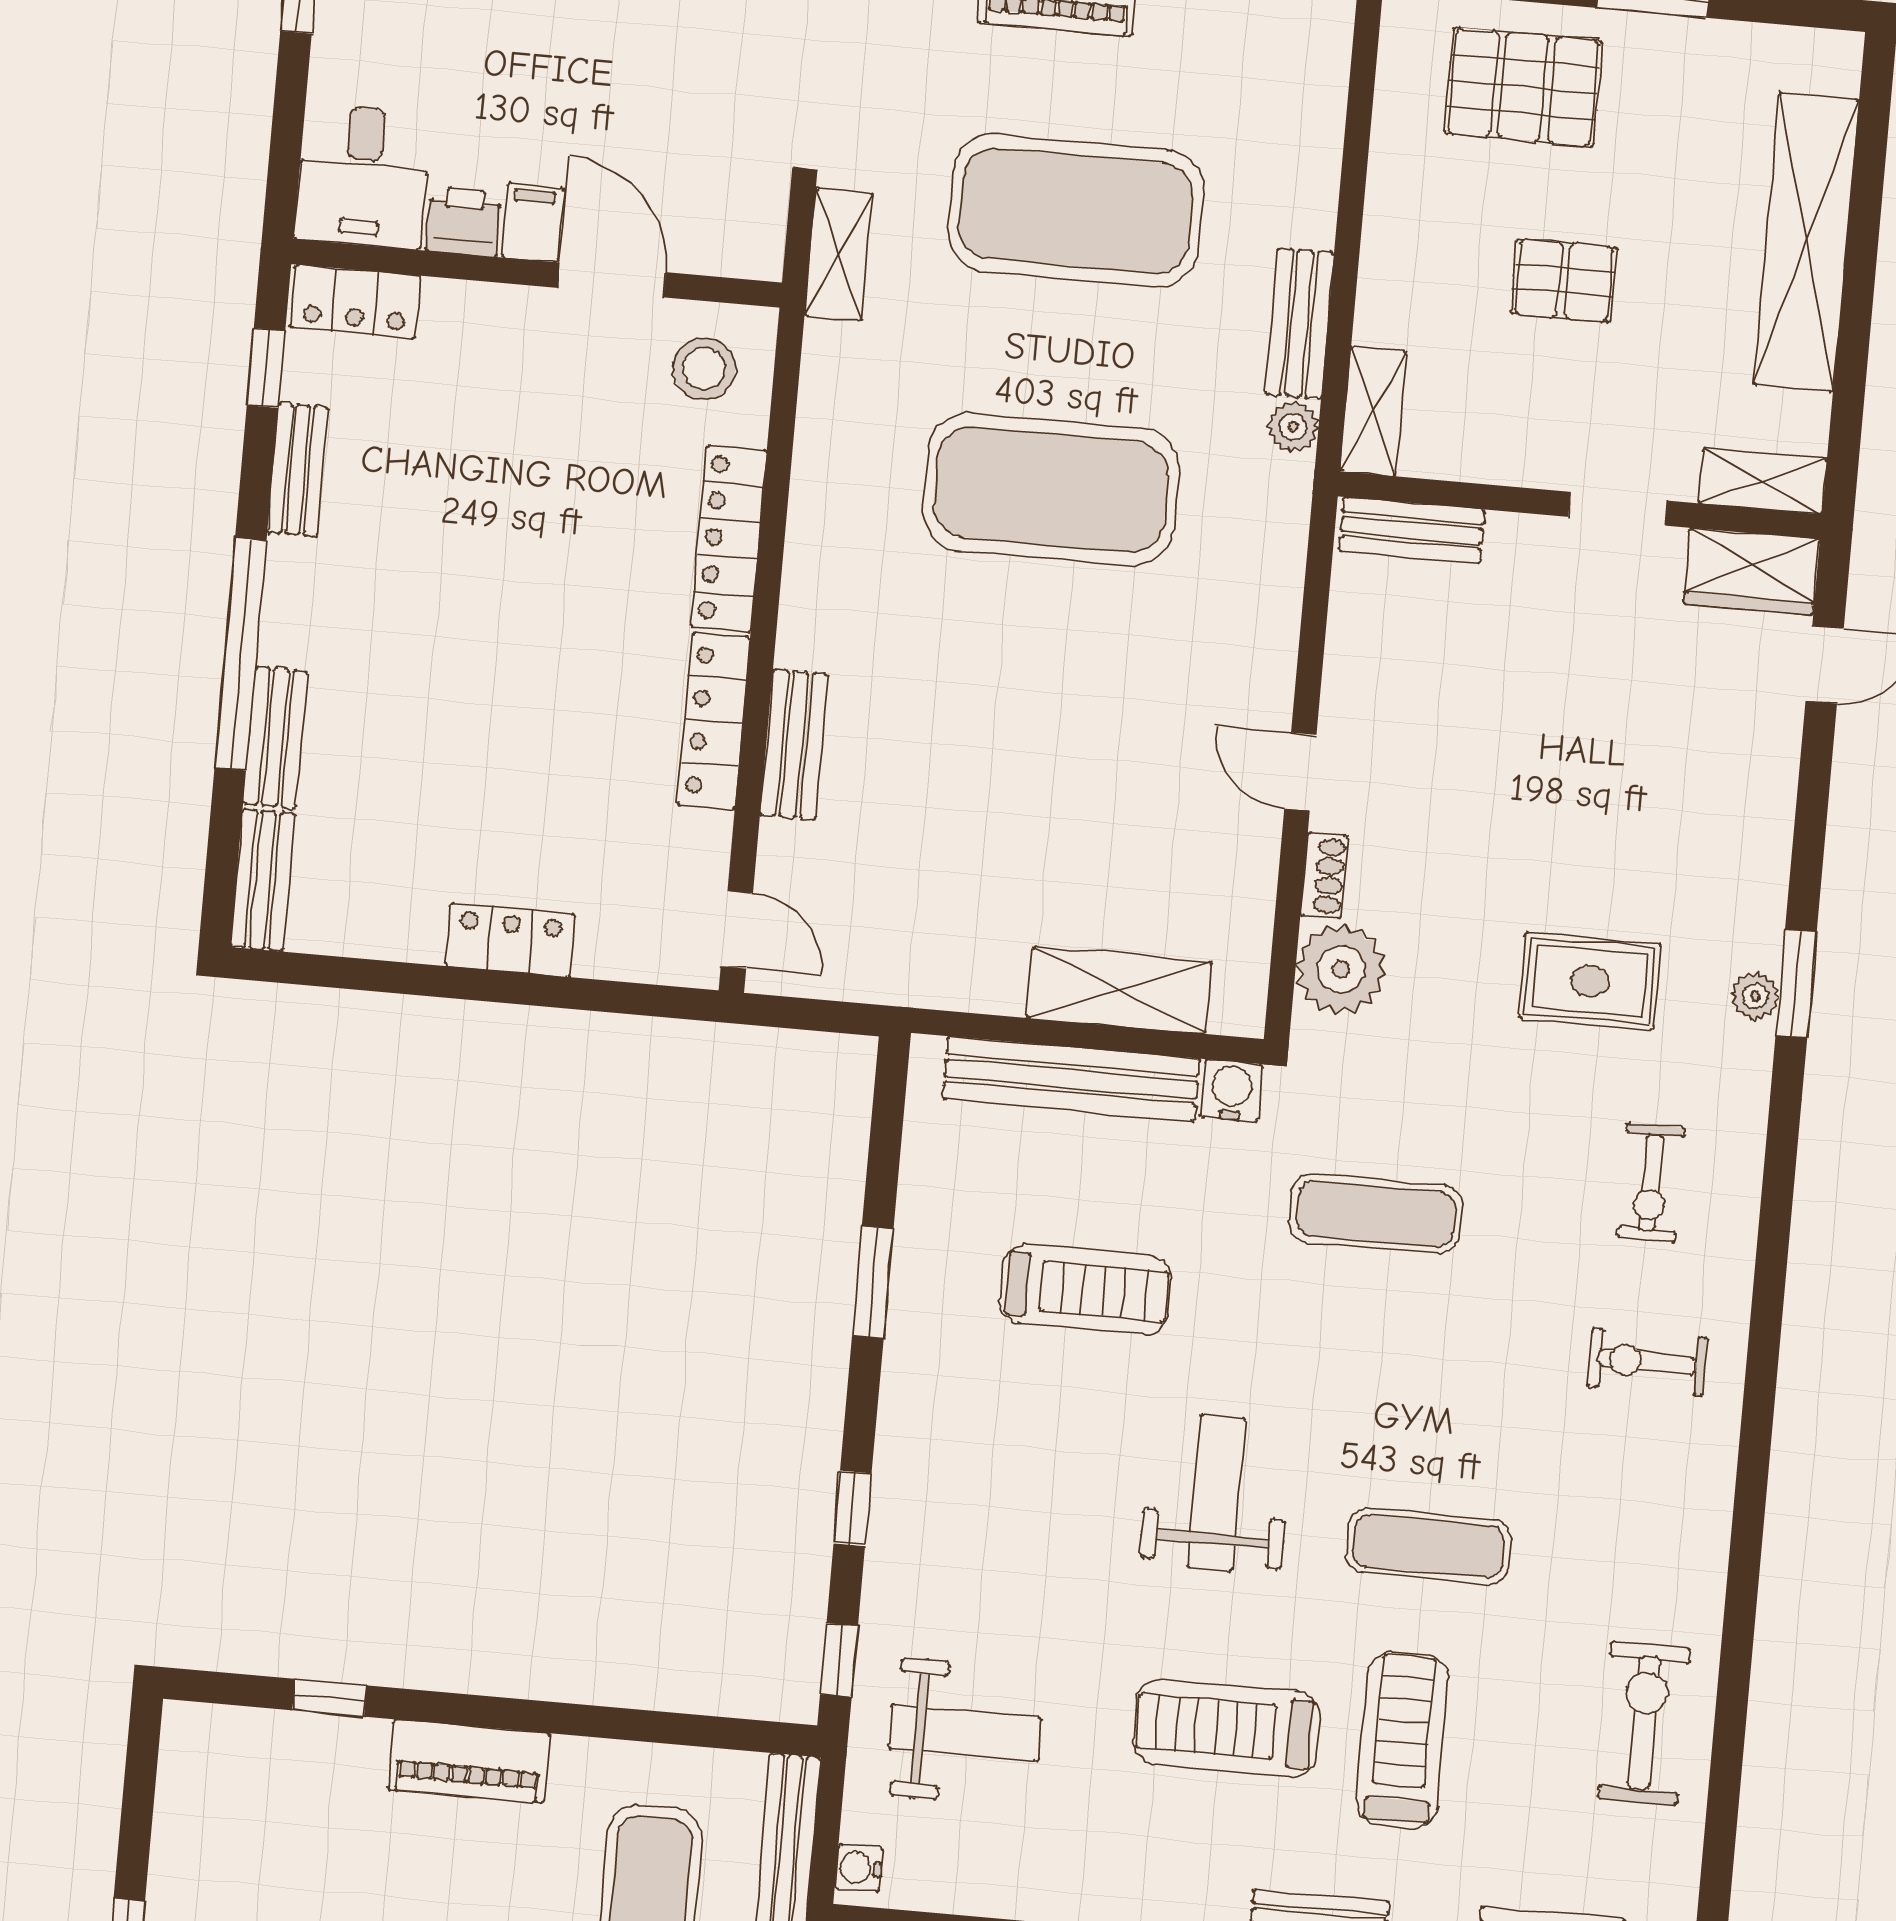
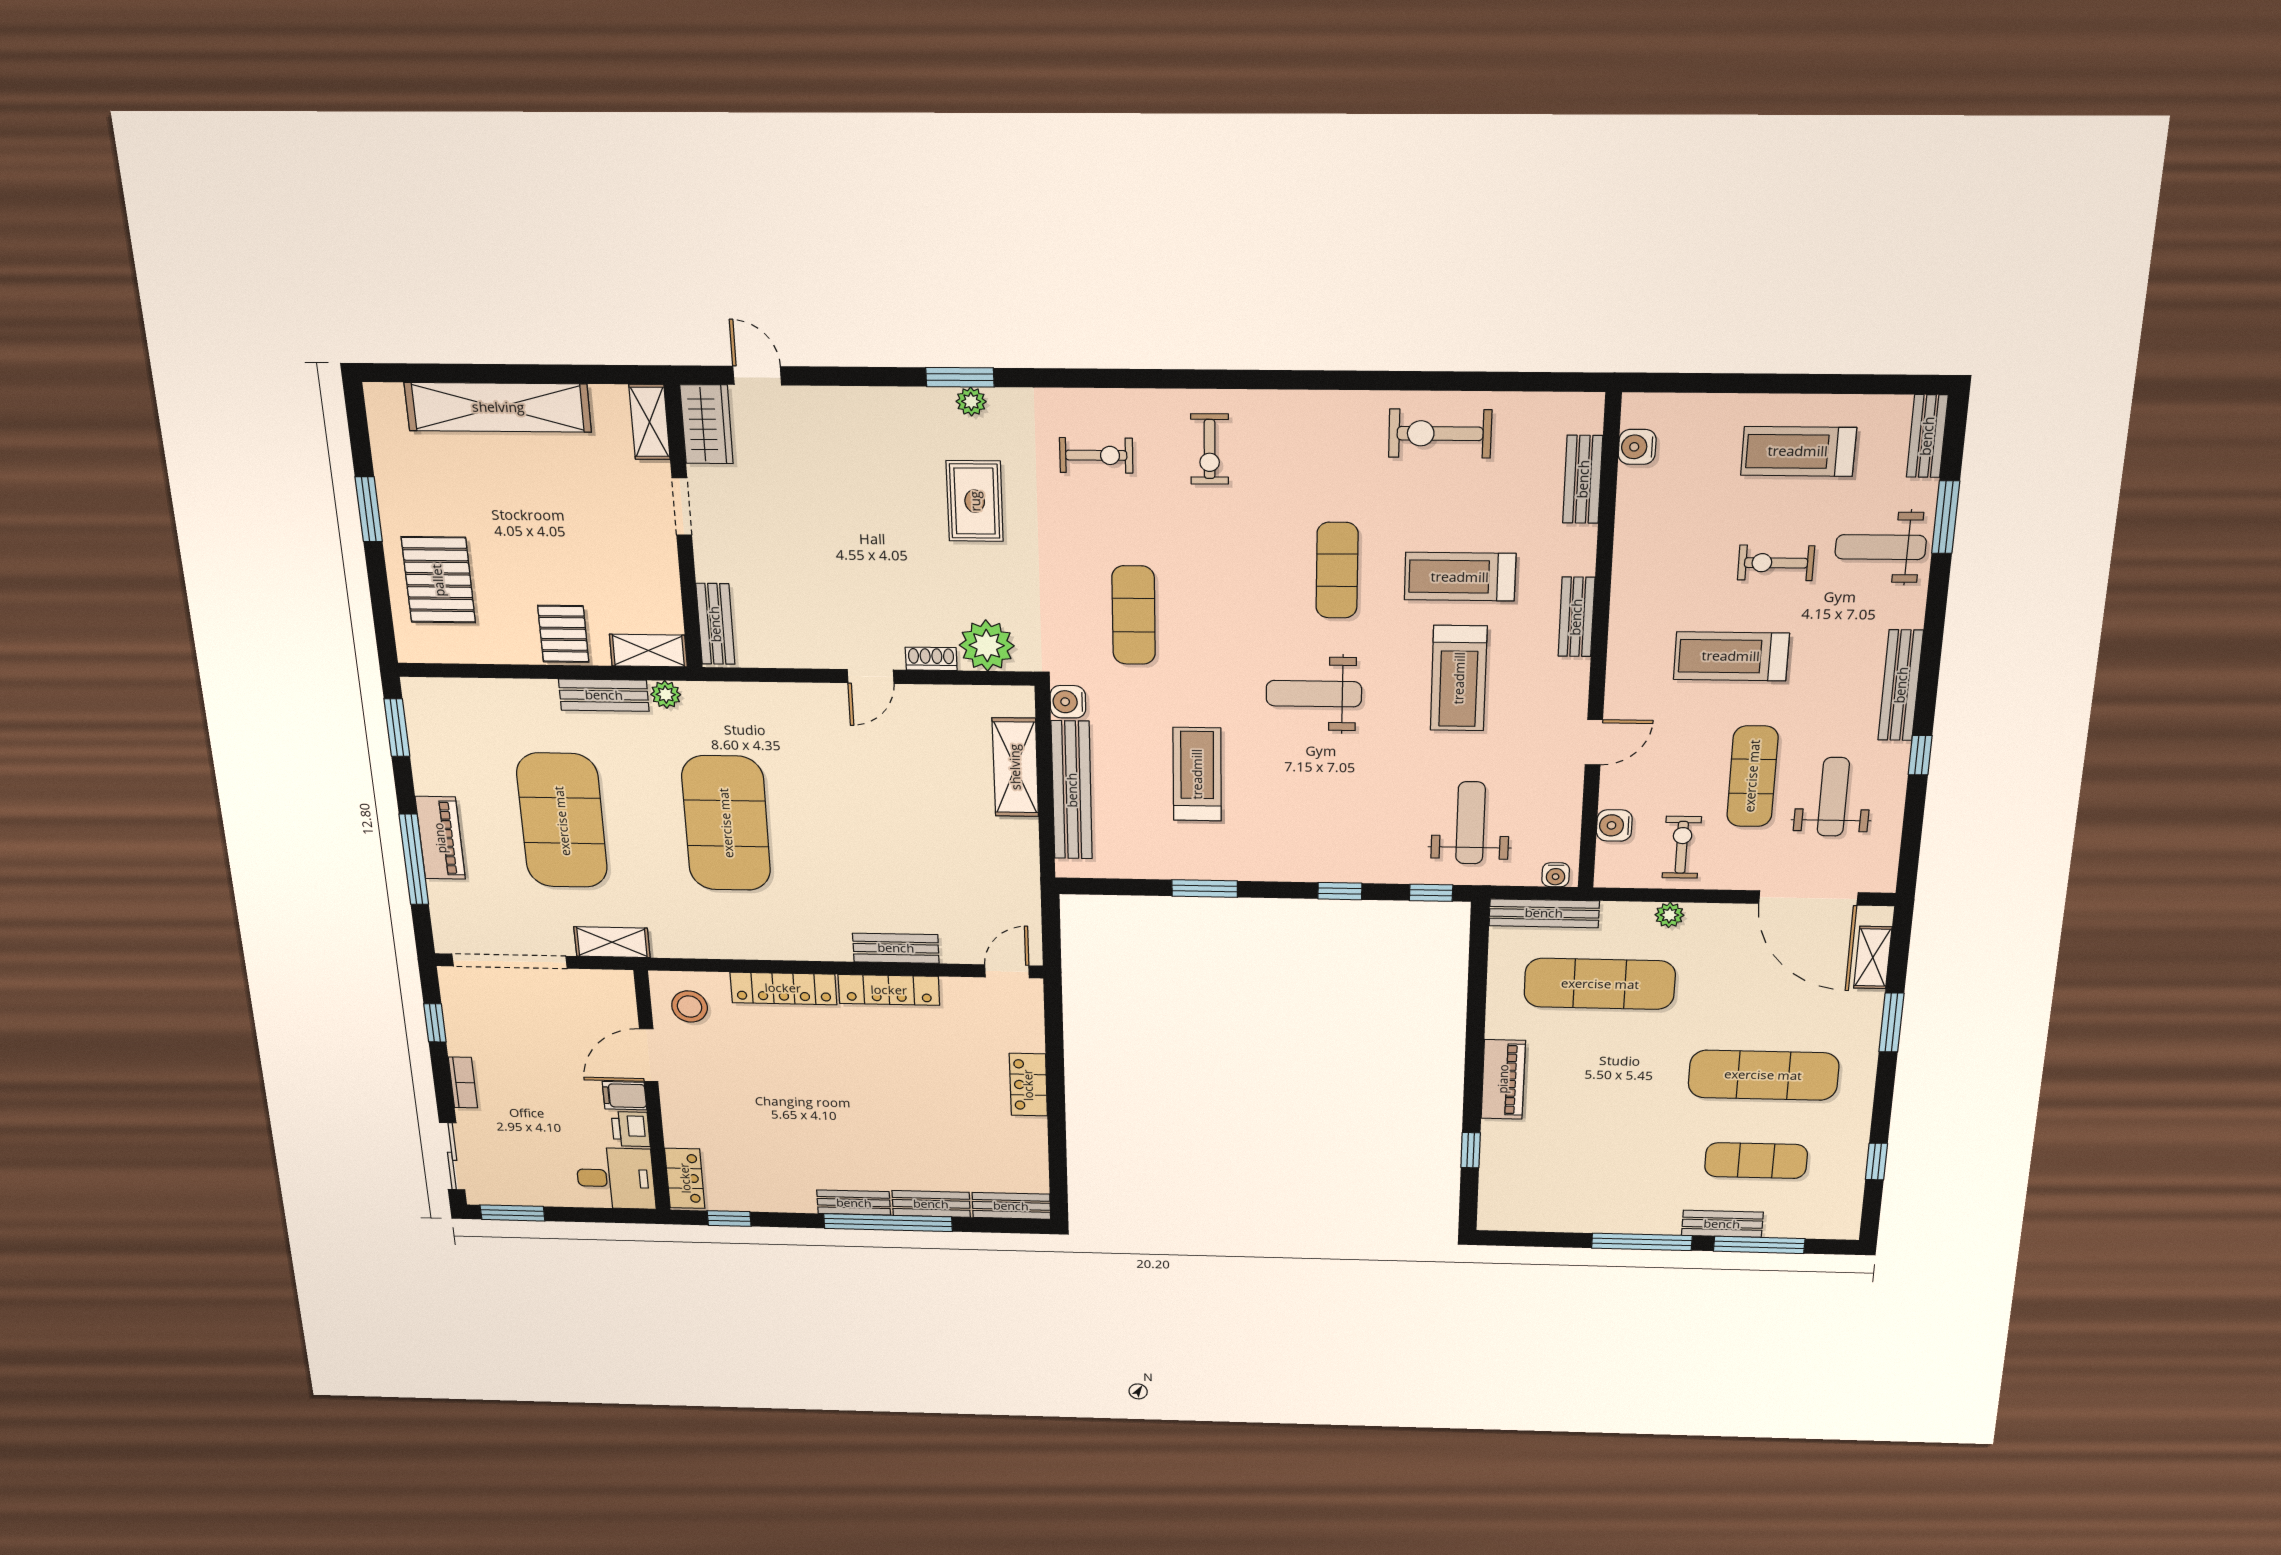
pallet: (1563, 280) -> (563, 634), moved
bench: (298, 469) -> (854, 1203), moved

